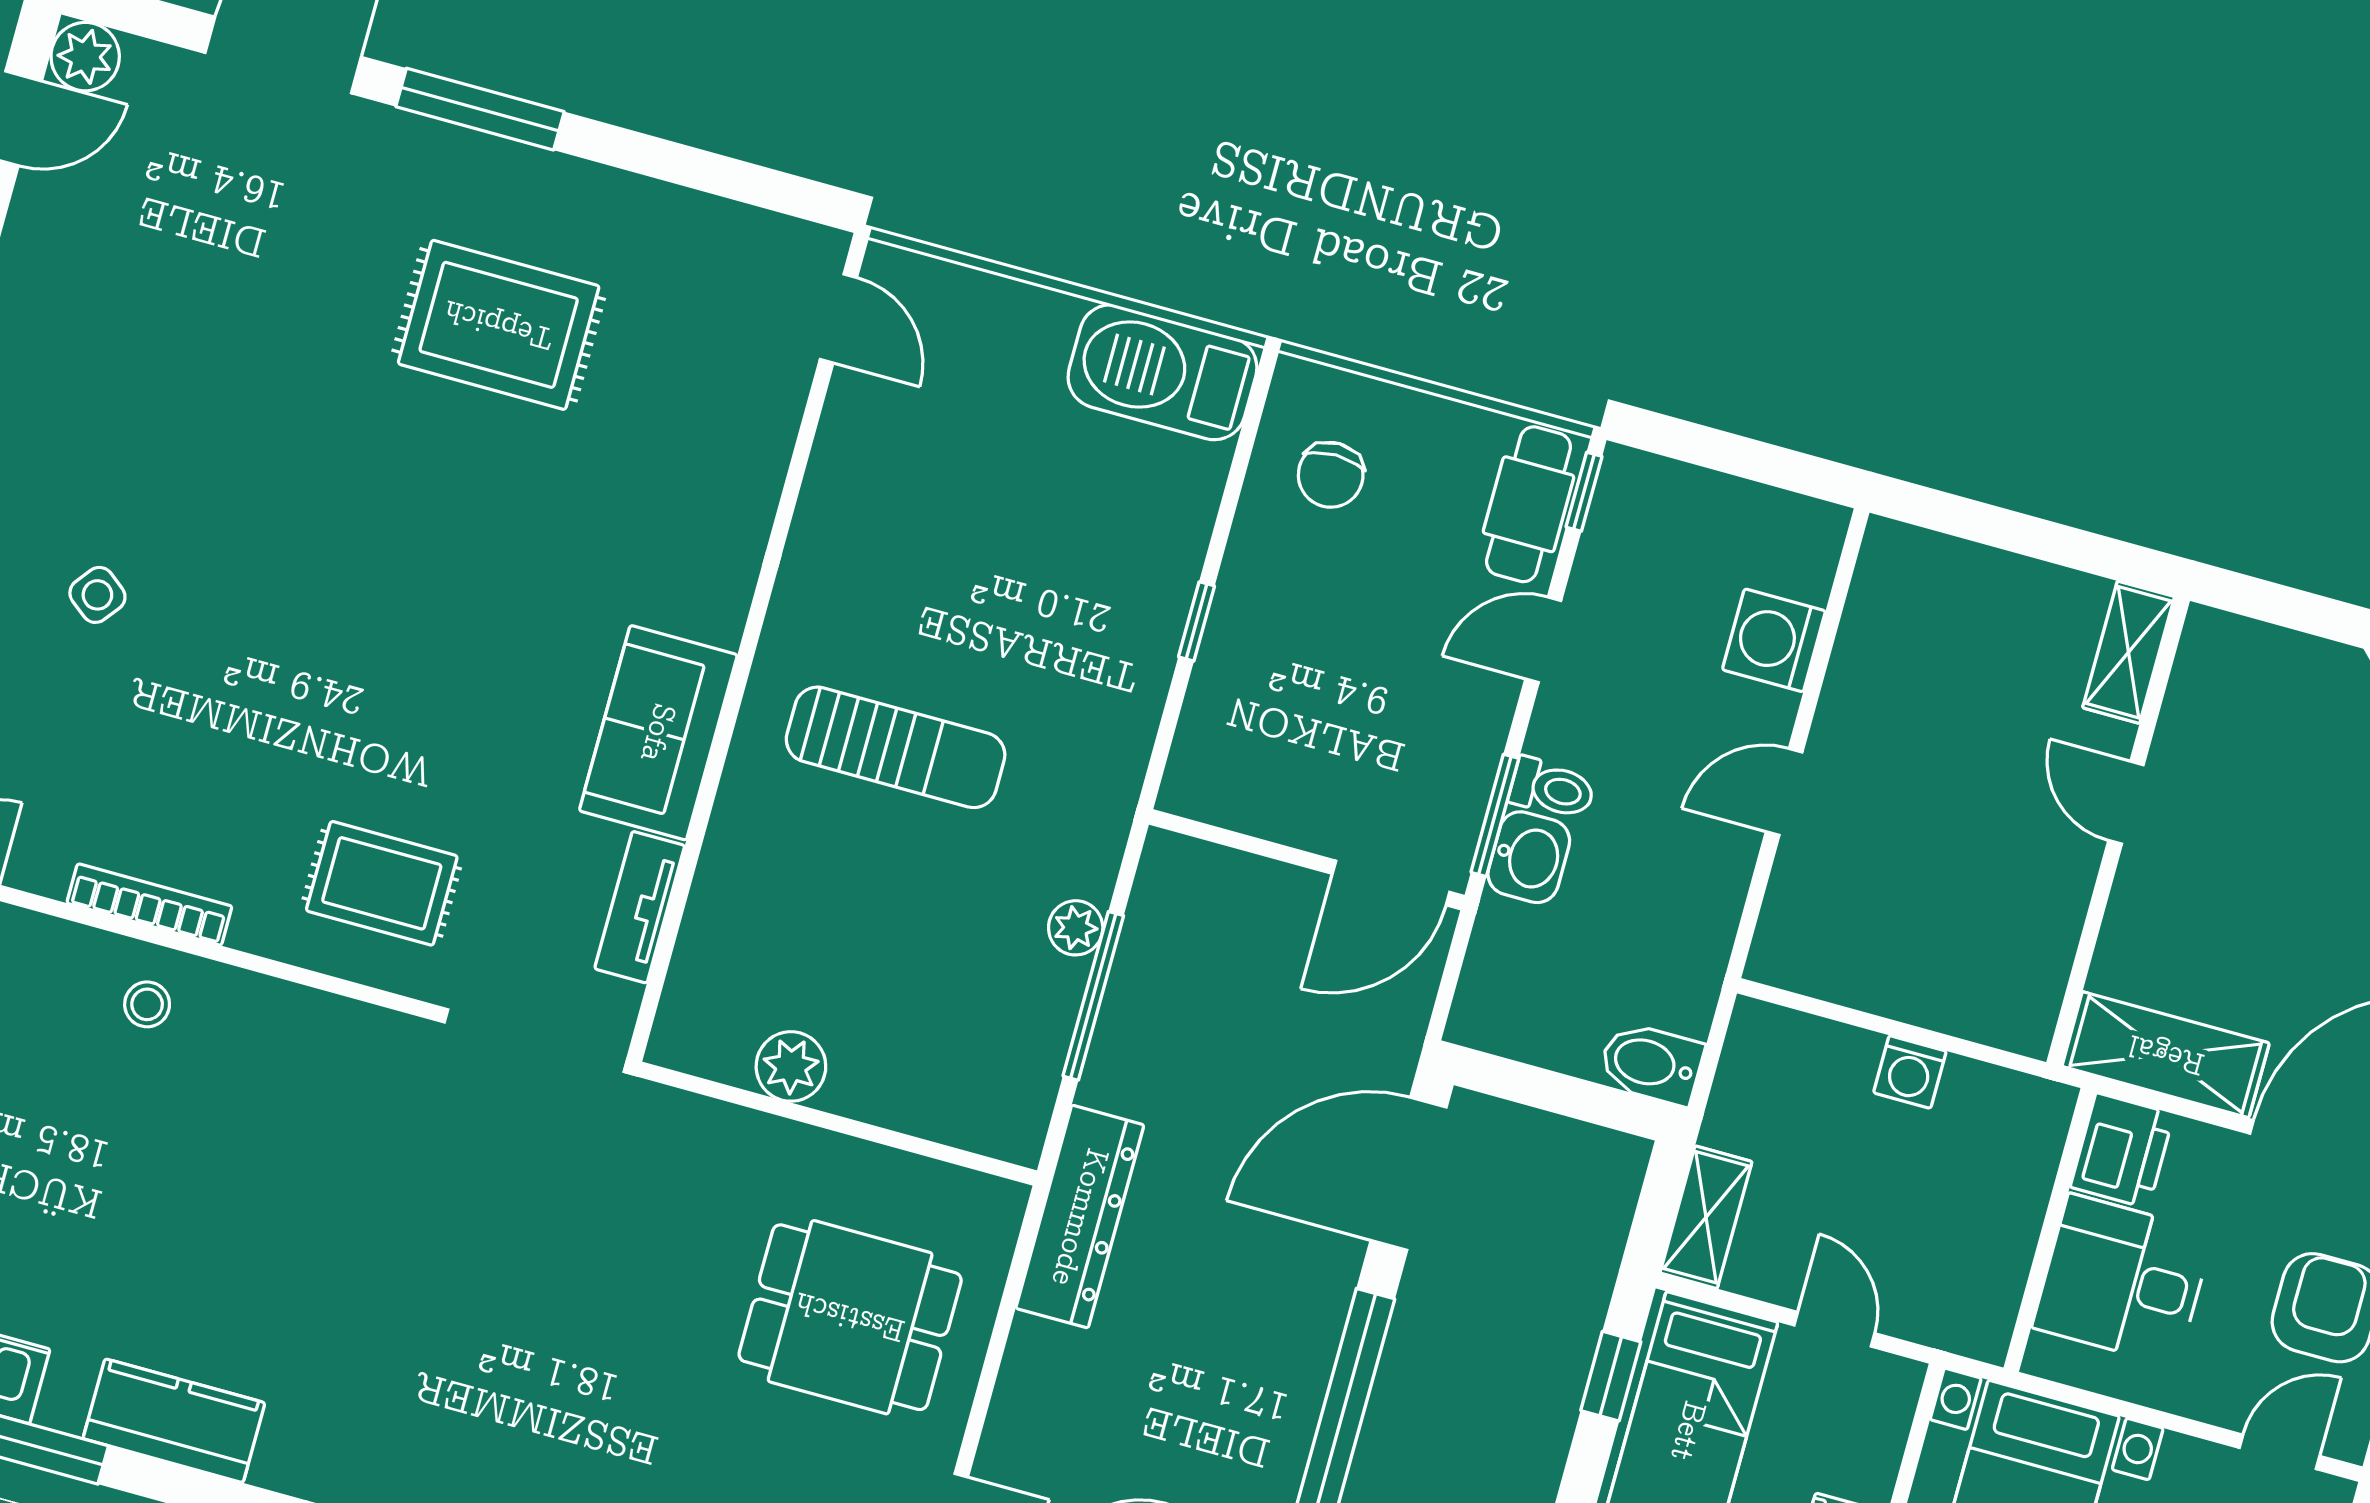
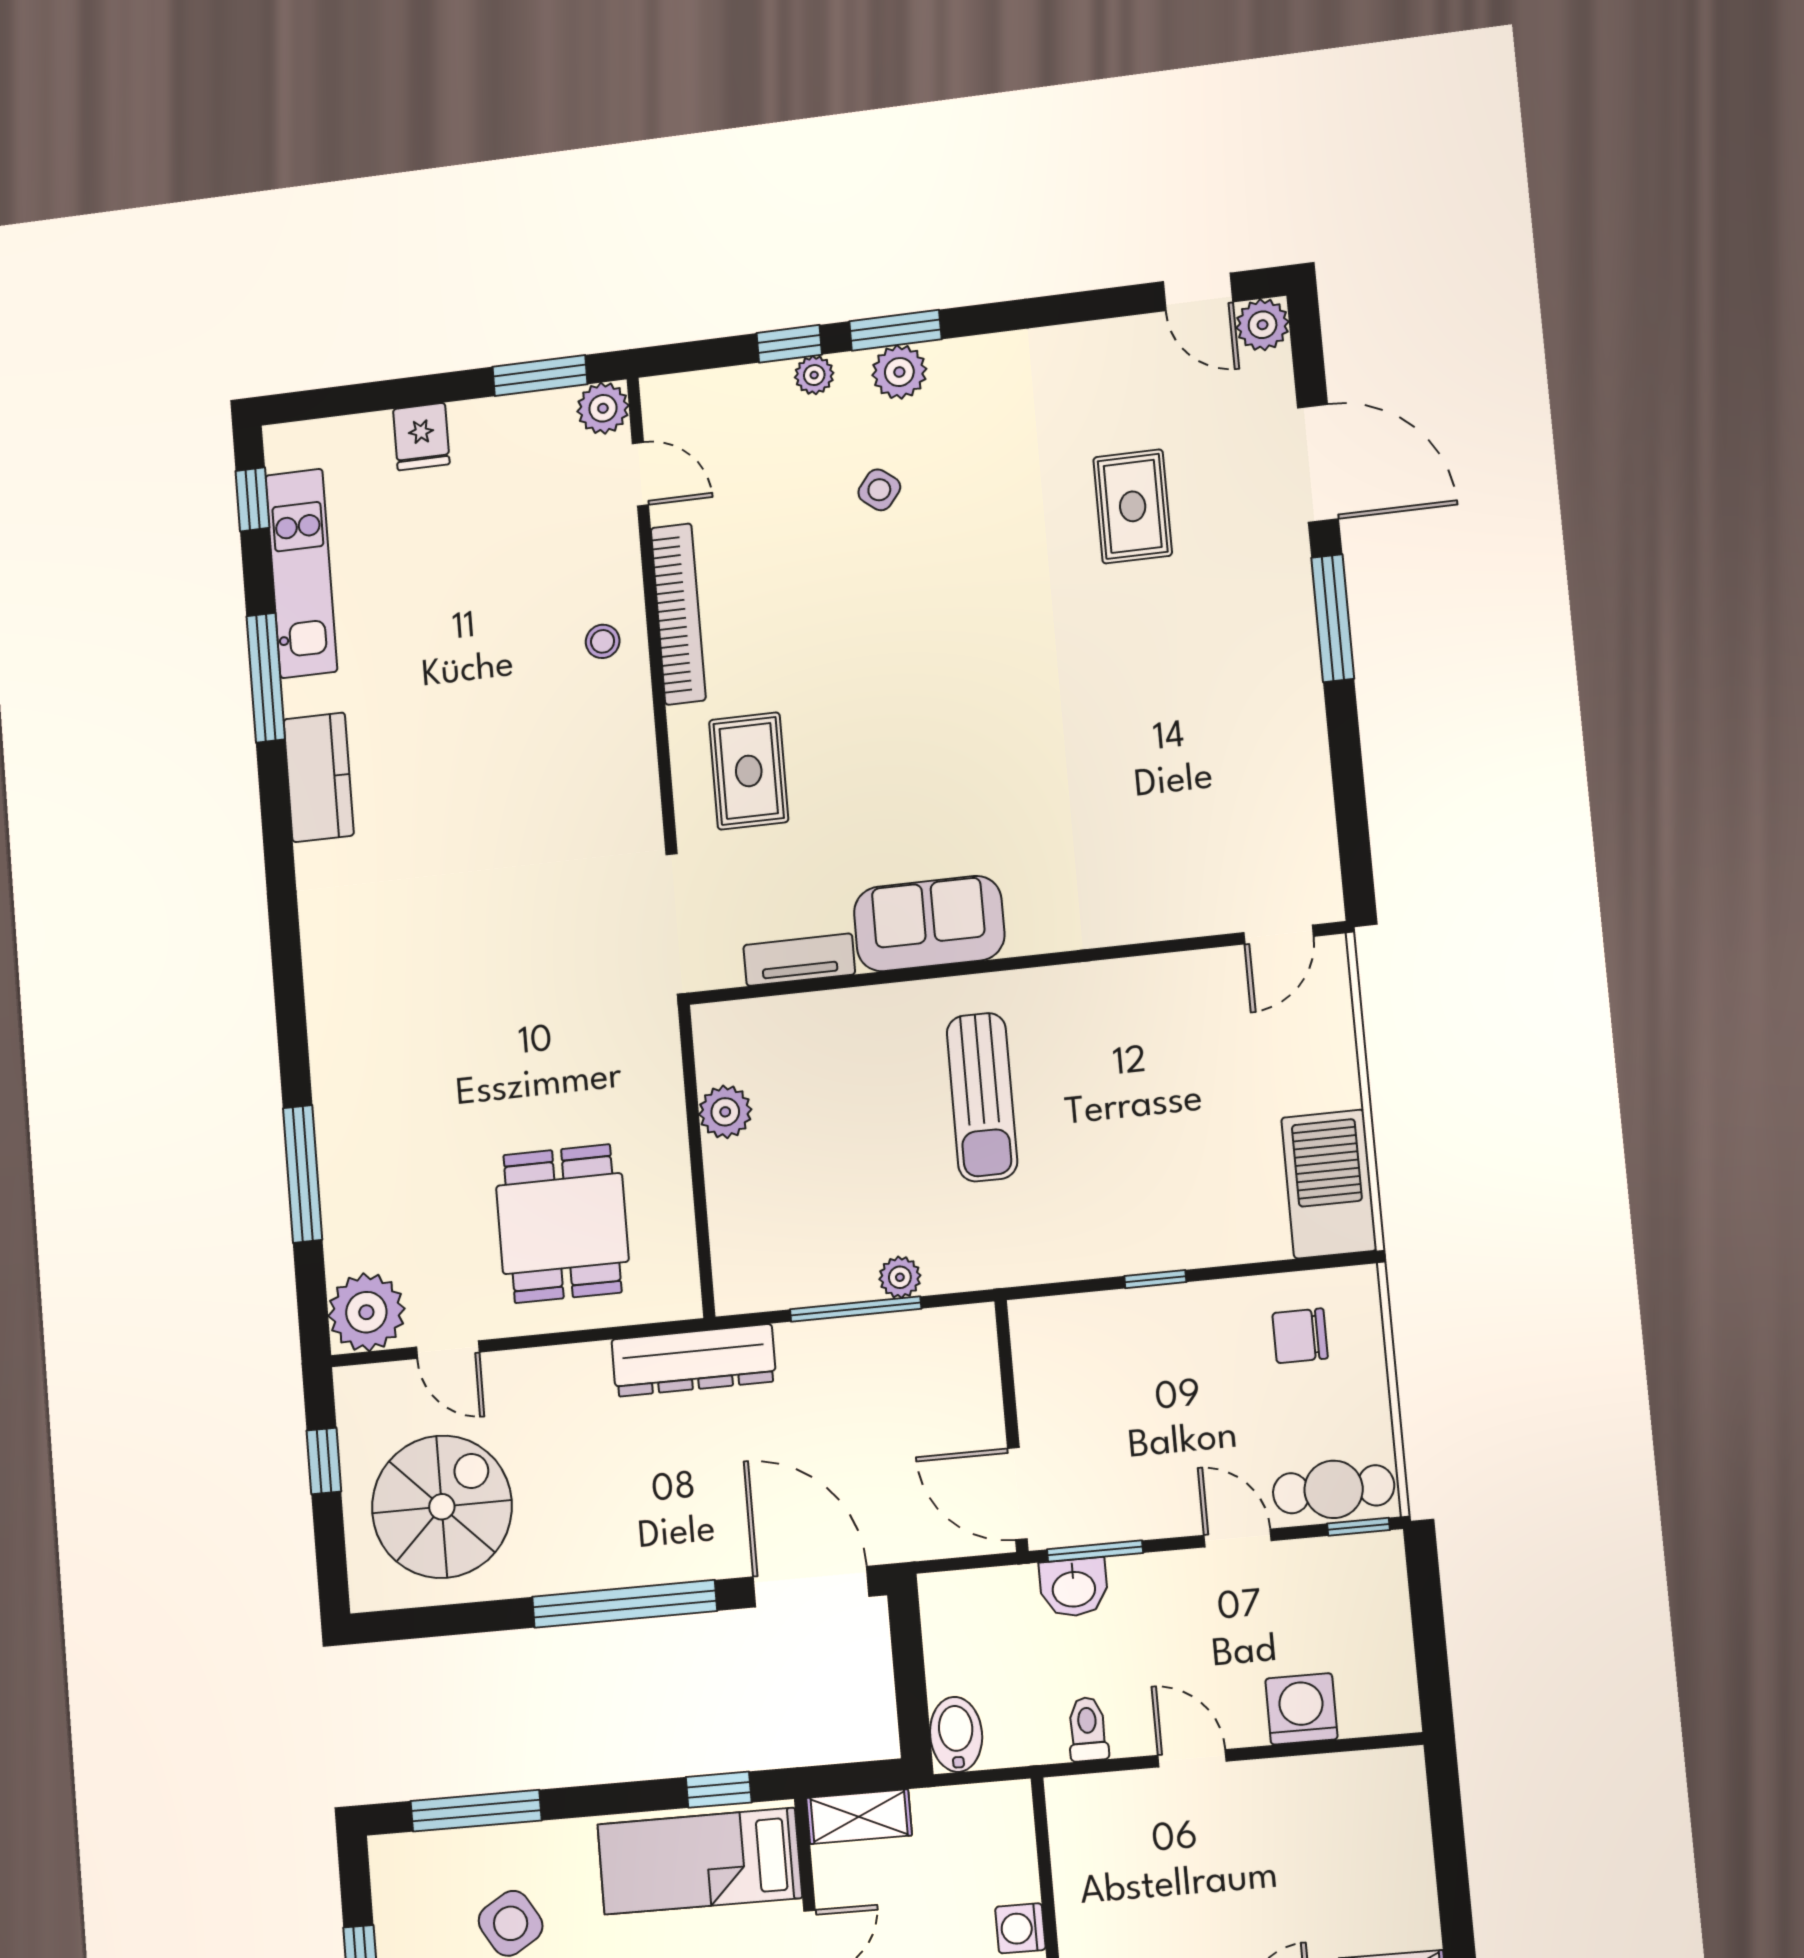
rug: (499, 325) -> (1133, 506), moved, width x0.73, depth x0.70
toilet: (1552, 789) -> (1088, 1729), moved, turned 180
bookcase: (149, 905) -> (678, 614), width x1.48, depth x1.31

